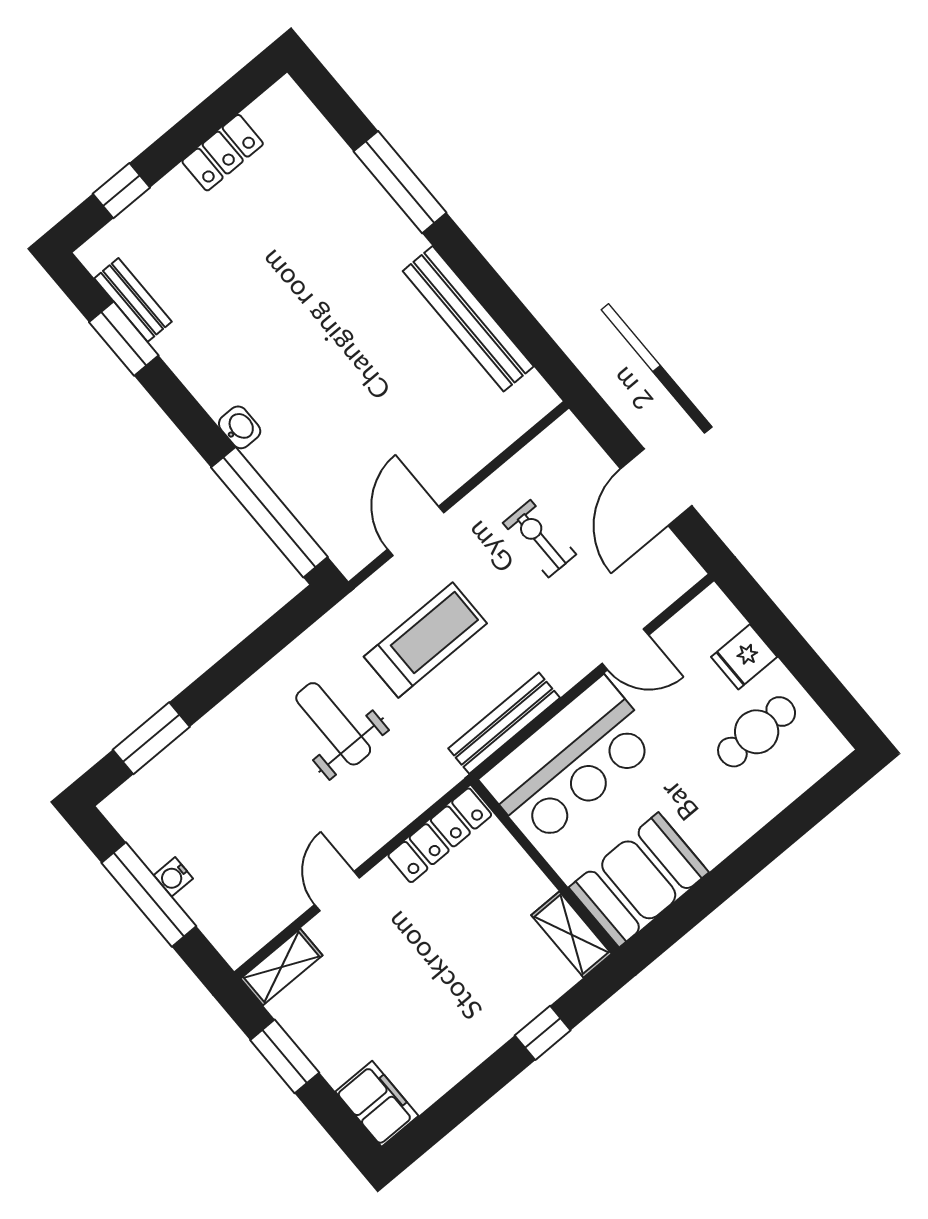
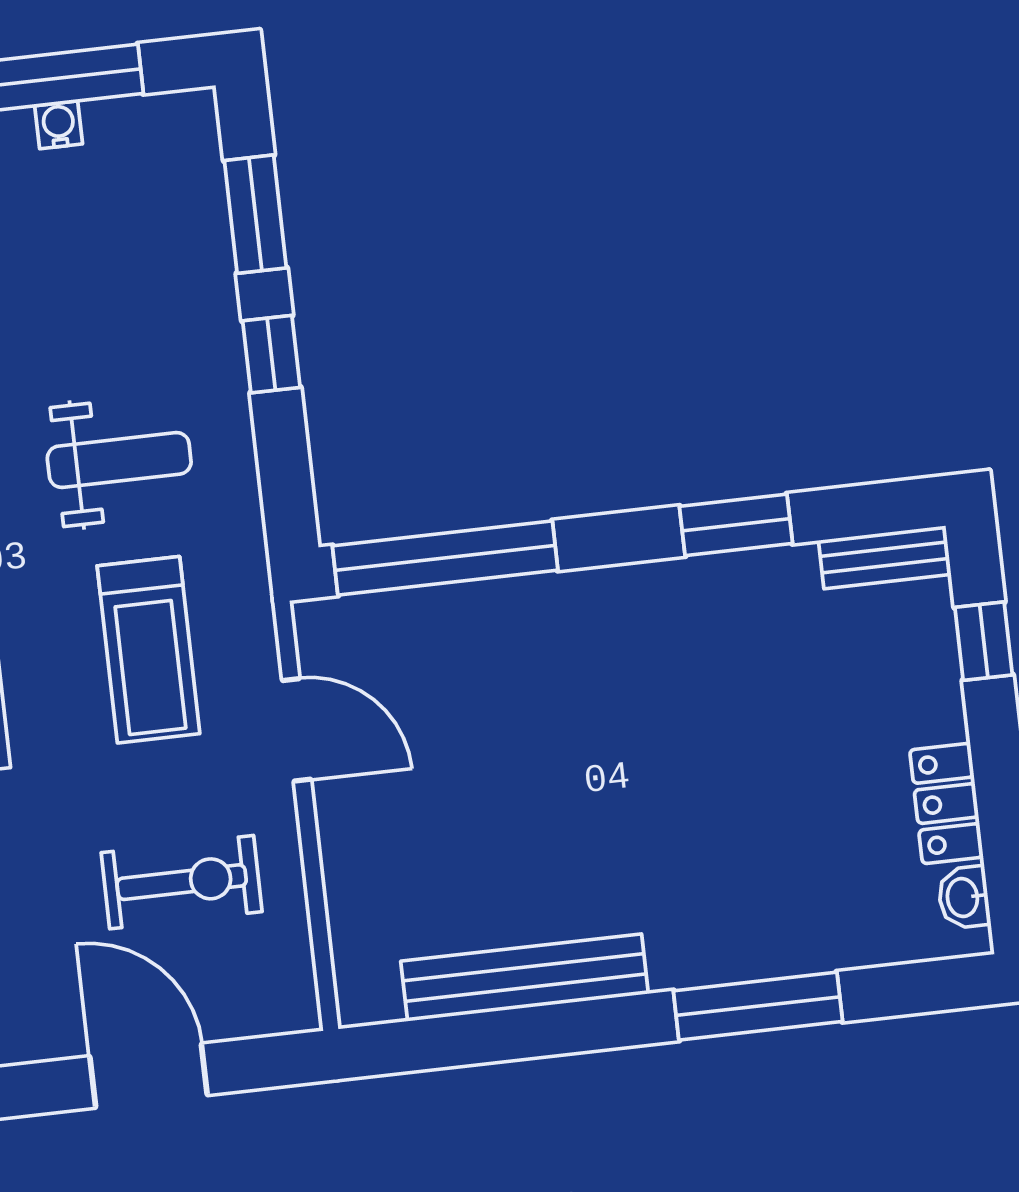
bench: (133, 300) -> (885, 557), moved
window: (124, 339) -> (736, 525), moved
washbasin: (240, 427) -> (964, 897), moved, turned 90
exercise bike: (539, 539) -> (182, 882), width x1.38, depth x1.39
window: (221, 679) -> (271, 354), added

